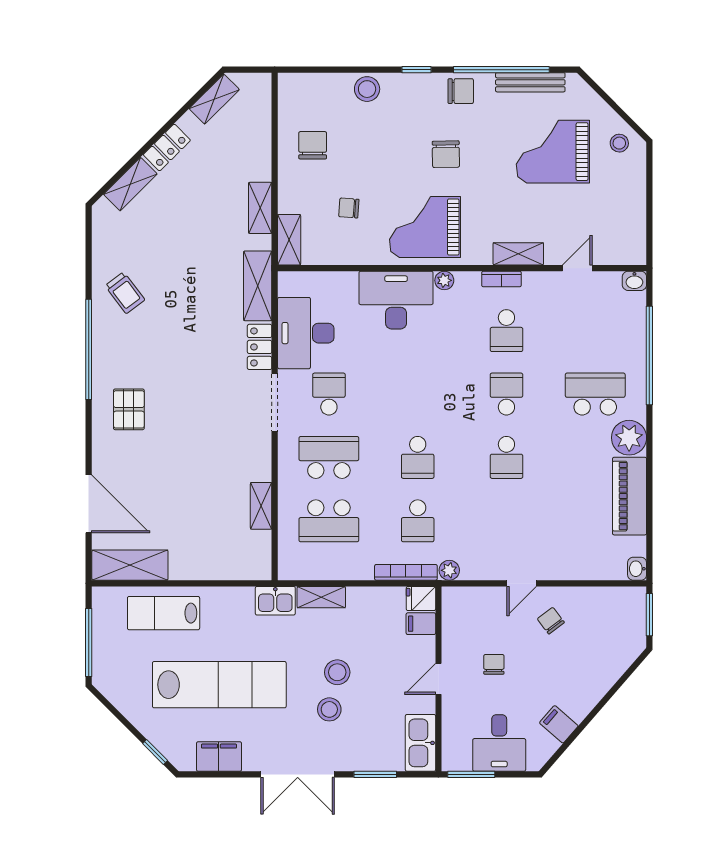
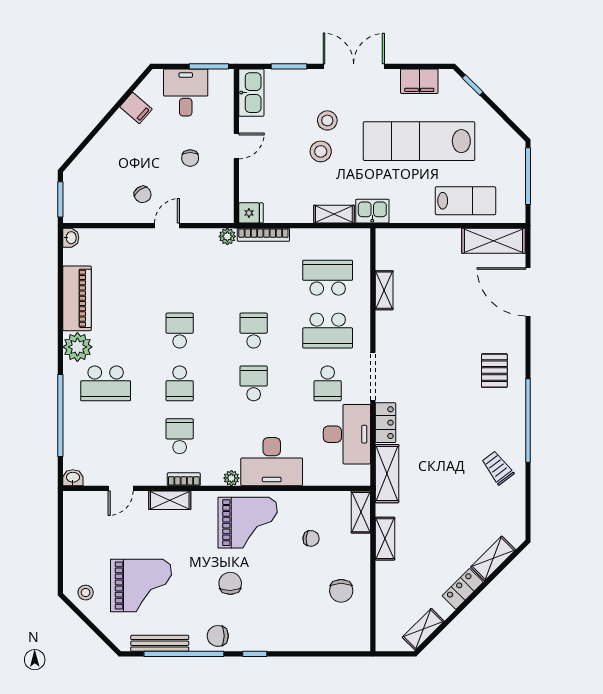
stool: (367, 89) -> (296, 638), removed
school desk: (418, 521) -> (254, 383), moved
filing cabinet: (421, 624) -> (251, 192), removed

